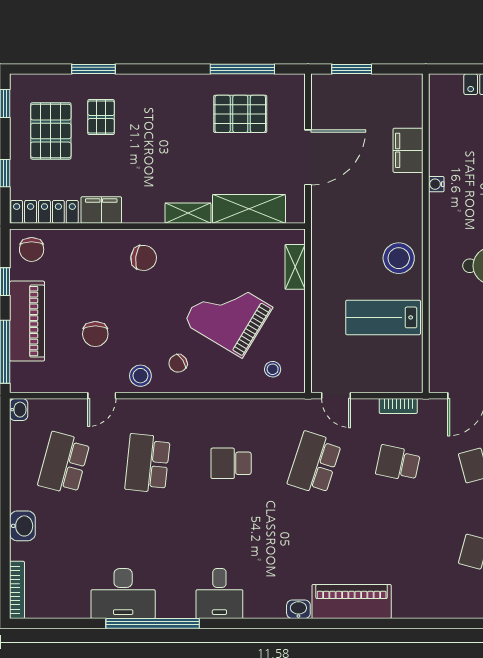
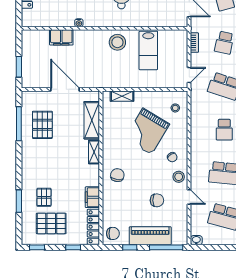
pallet: (101, 117) -> (44, 197), turned 90

